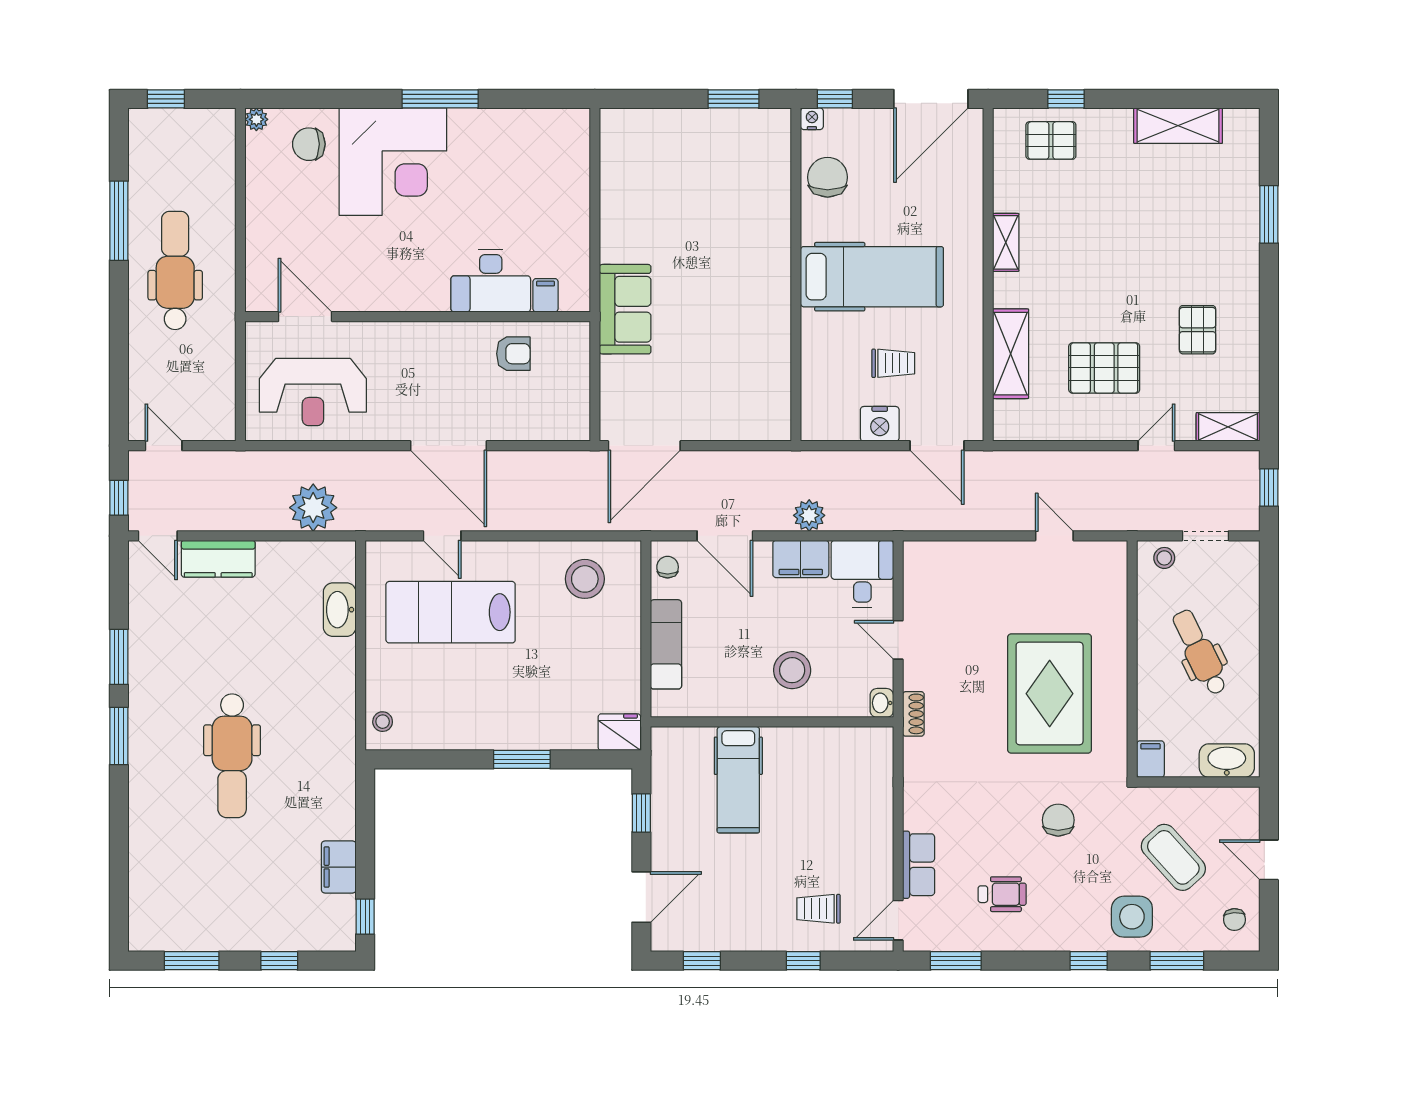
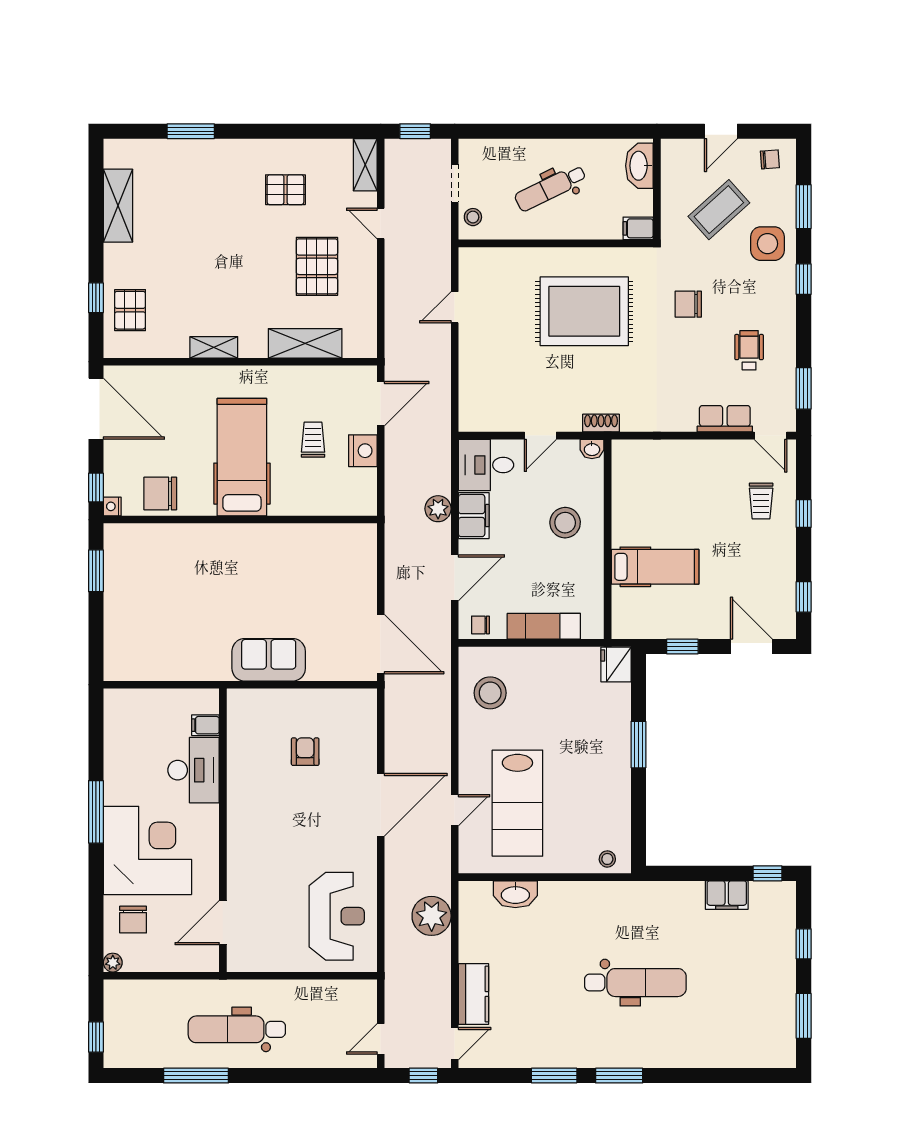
desk: (491, 281) -> (194, 770), moved
filing cabinet: (546, 295) -> (205, 725), moved
door: (305, 317) -> (223, 923), moved
wall: (418, 317) -> (223, 830), moved

